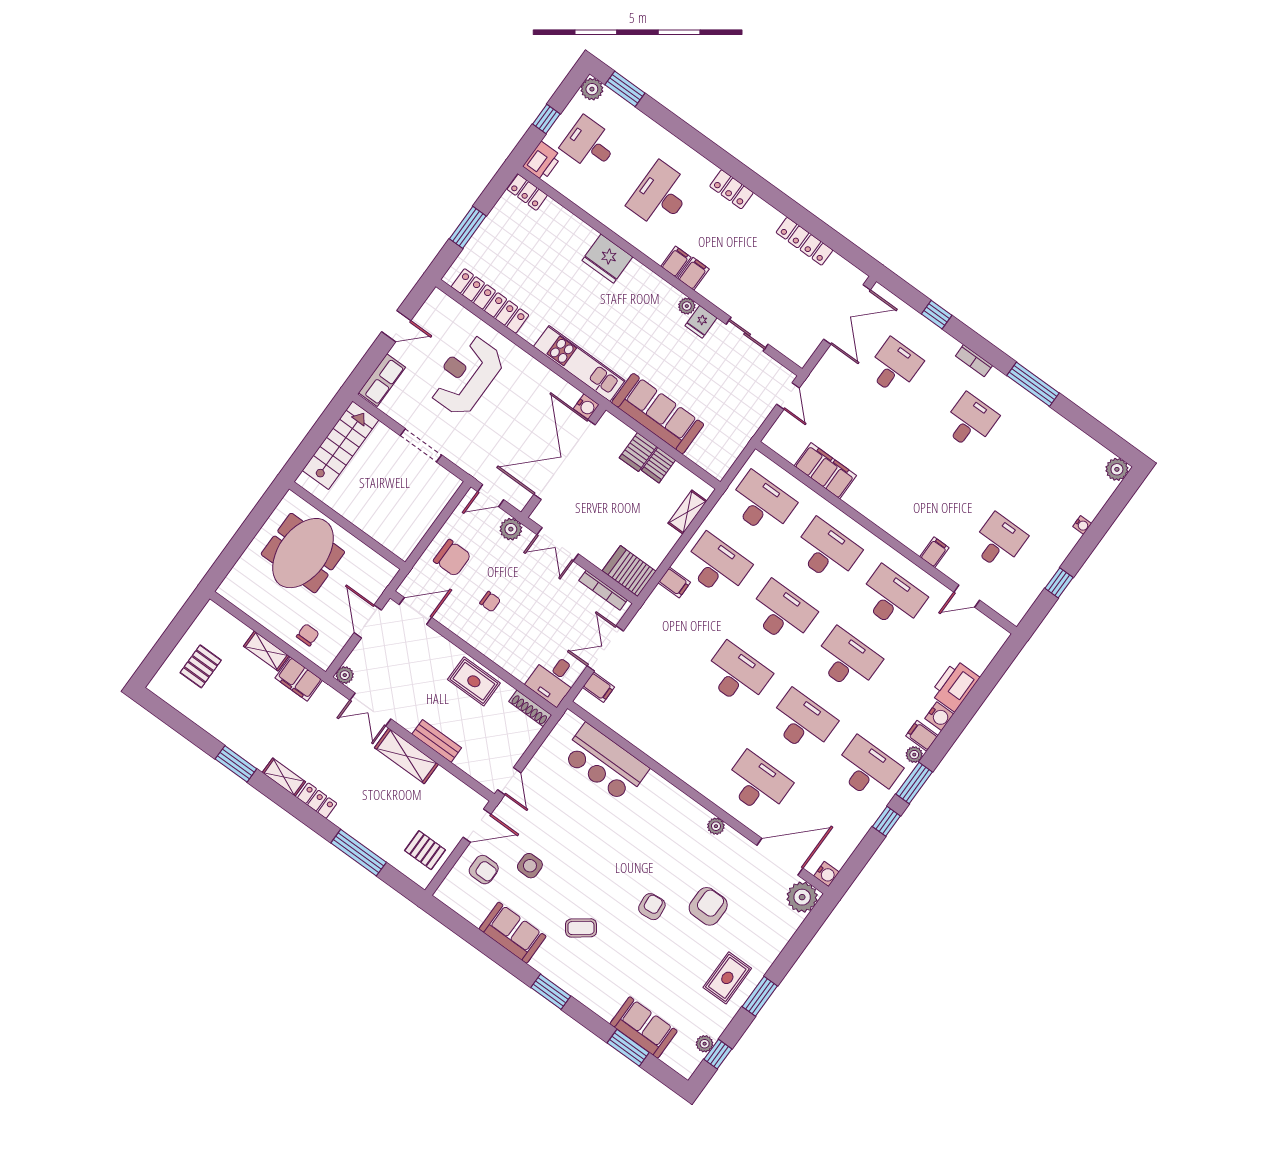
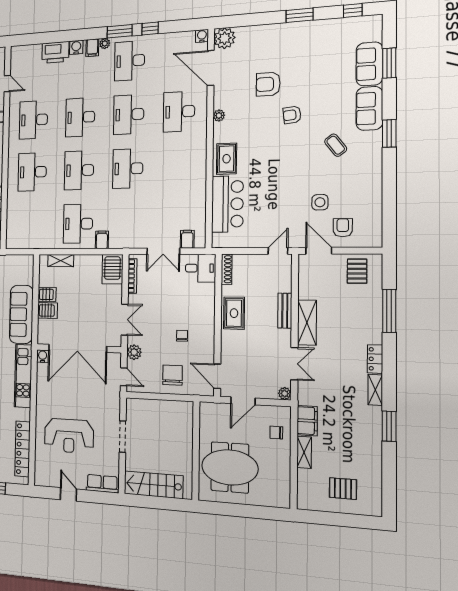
desk: (761, 504) -> (31, 224), removed
sofa: (513, 933) -> (369, 108), moved
rug: (727, 978) -> (227, 159), moved, turned 90
plant: (705, 1044) -> (352, 23), removed

